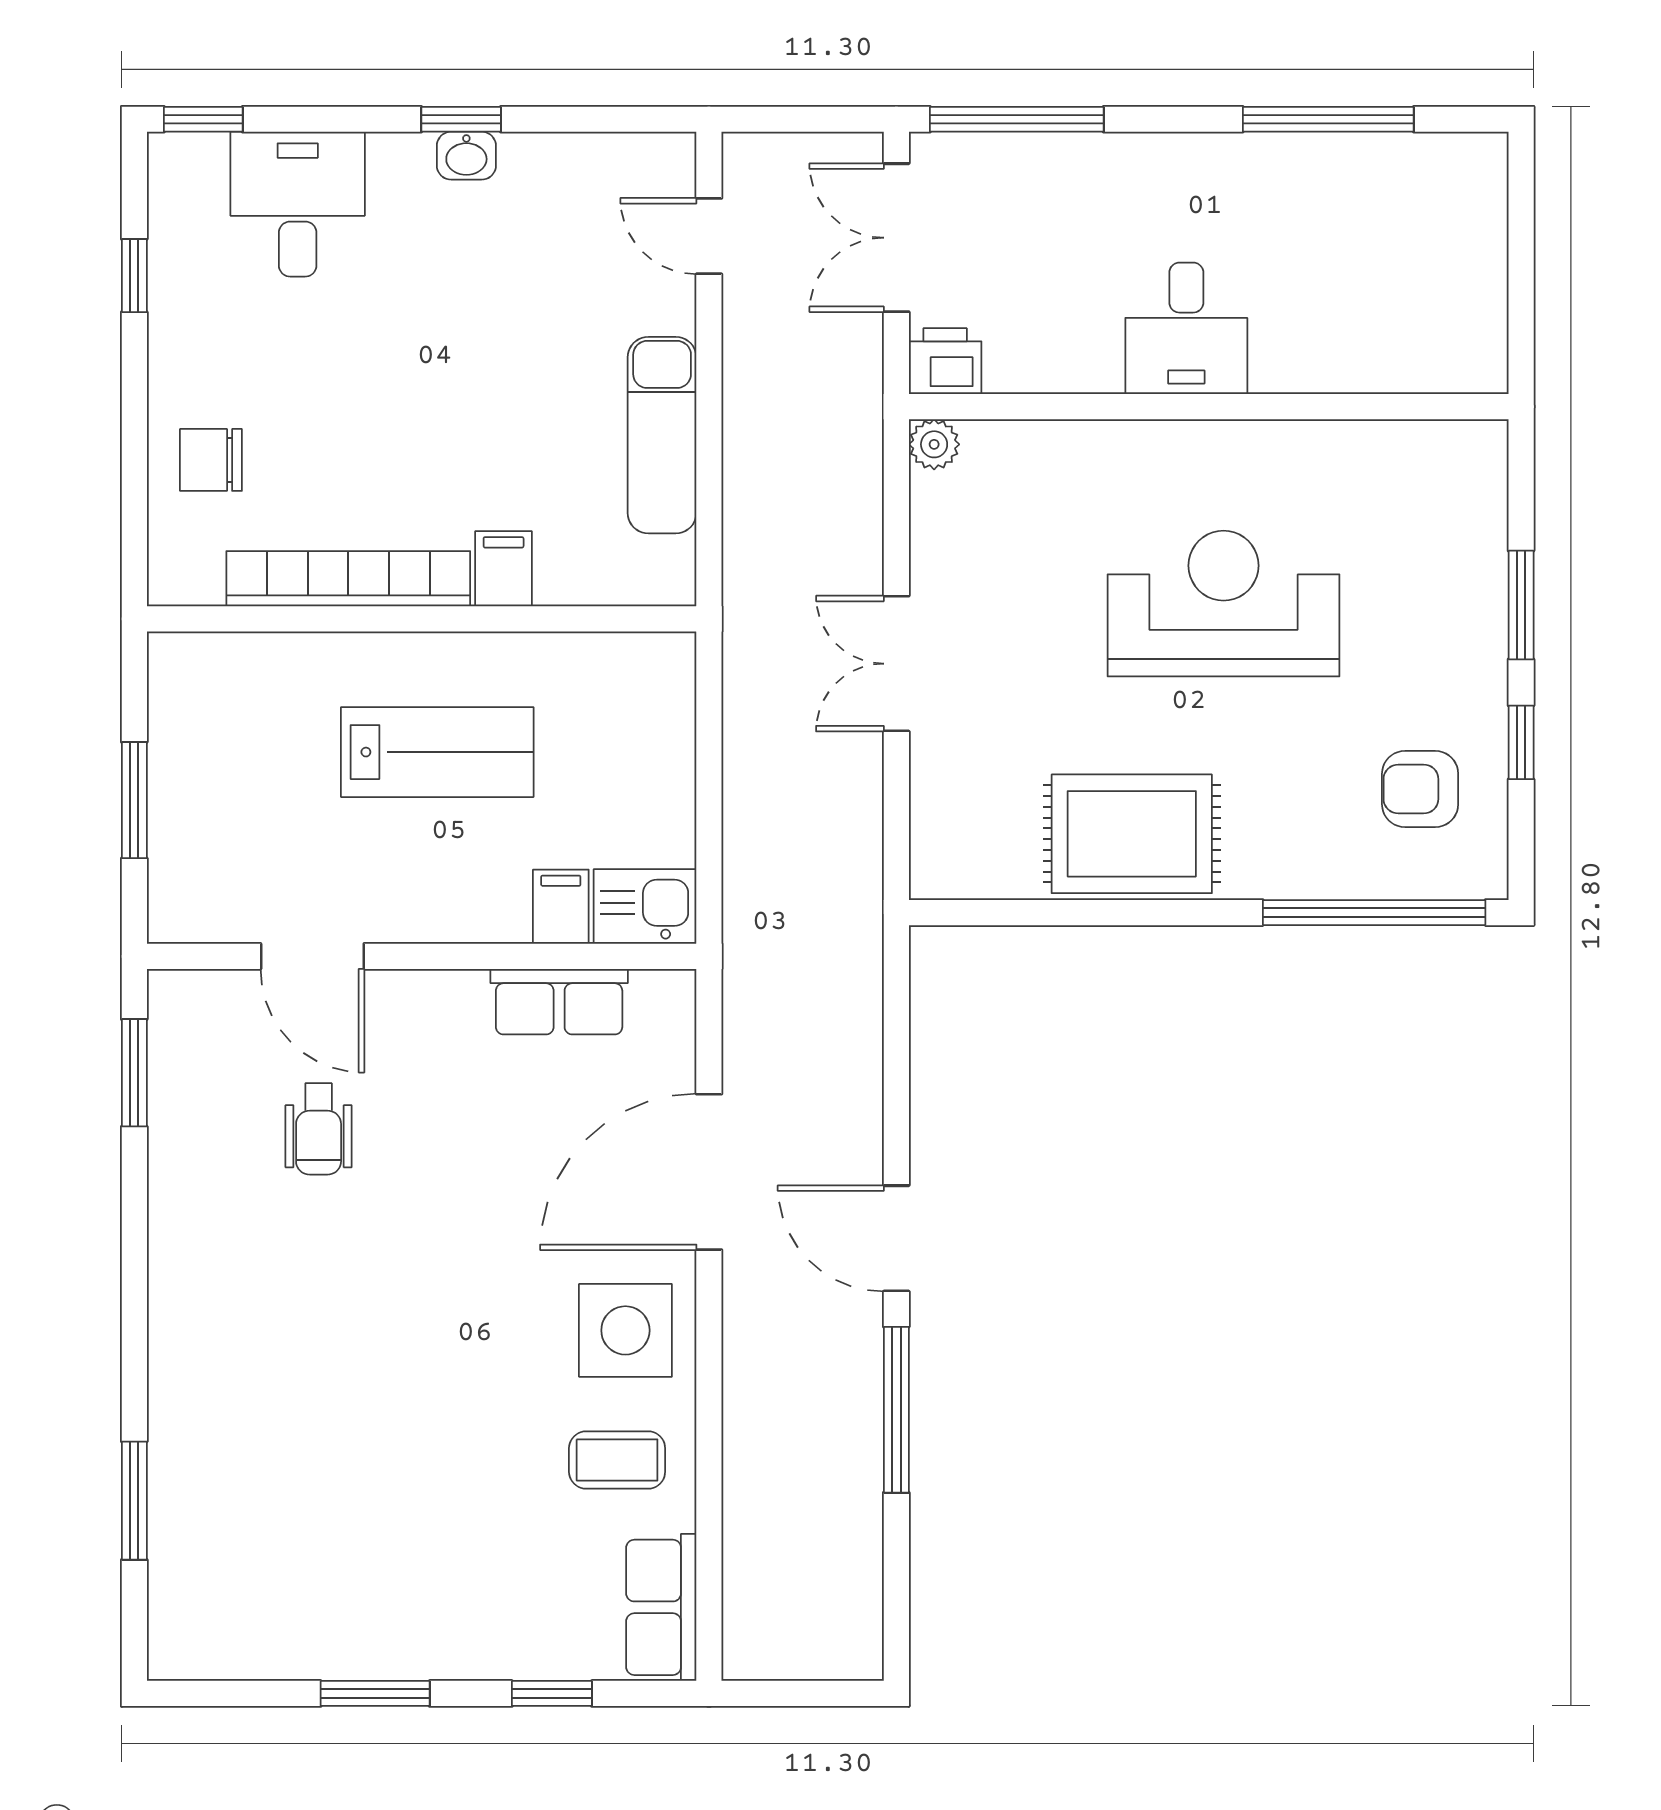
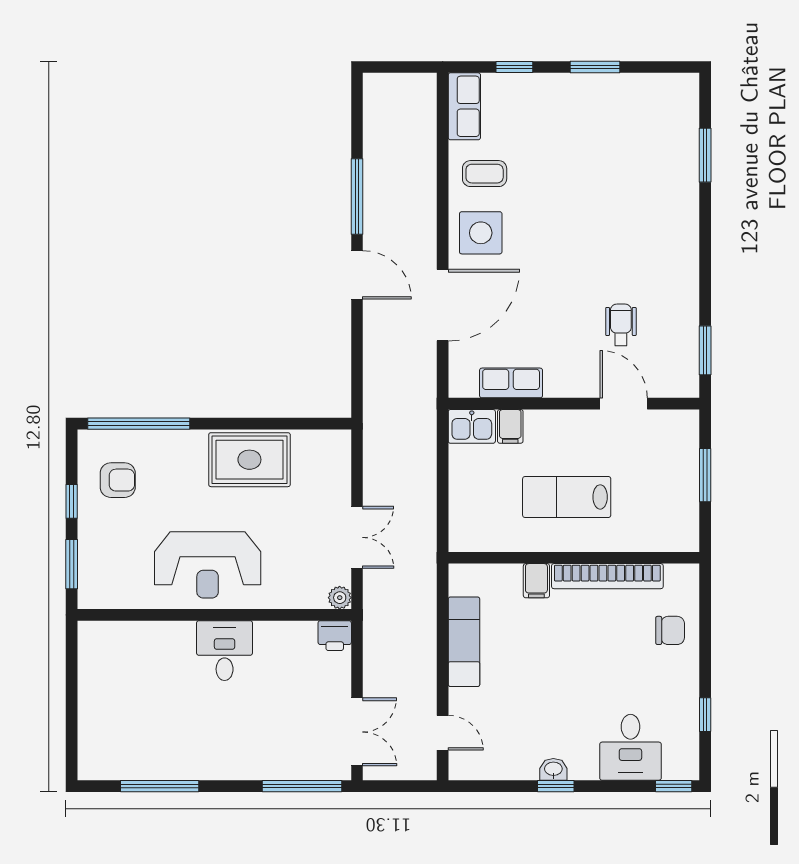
desk: (1186, 328) -> (225, 651), moved
printer: (945, 361) -> (335, 636), moved
wall: (1209, 407) -> (214, 615), moved
plant: (934, 444) -> (340, 598), moved

